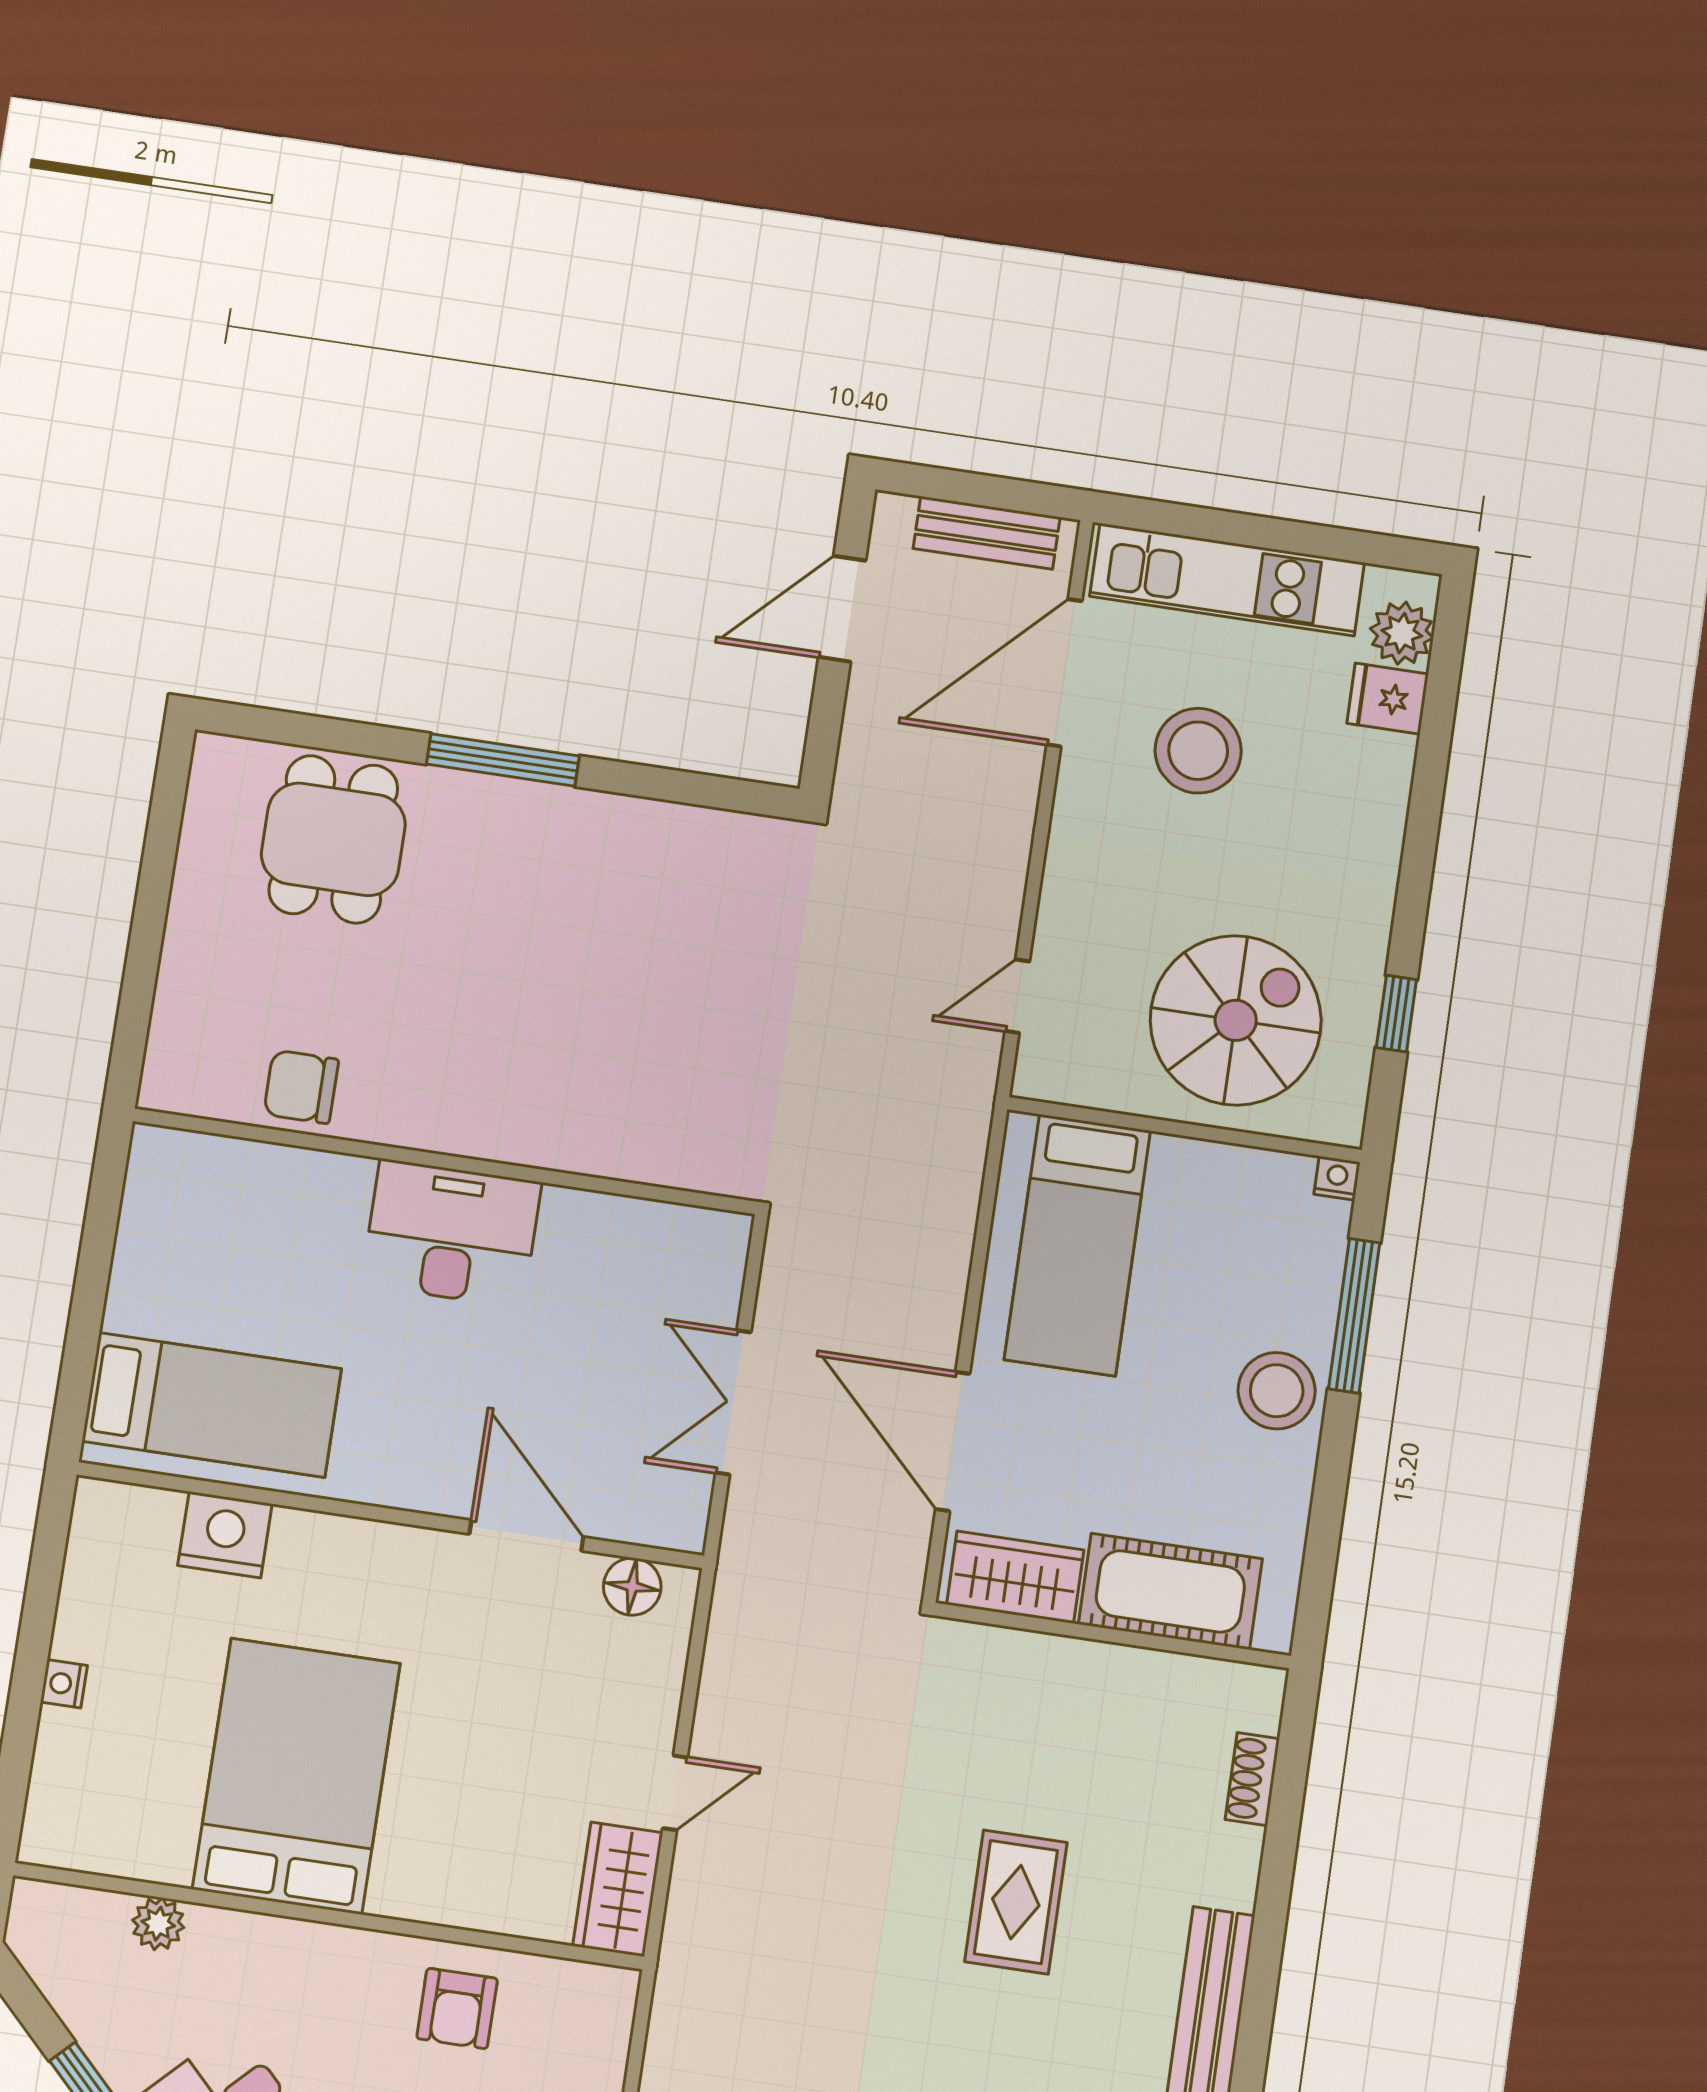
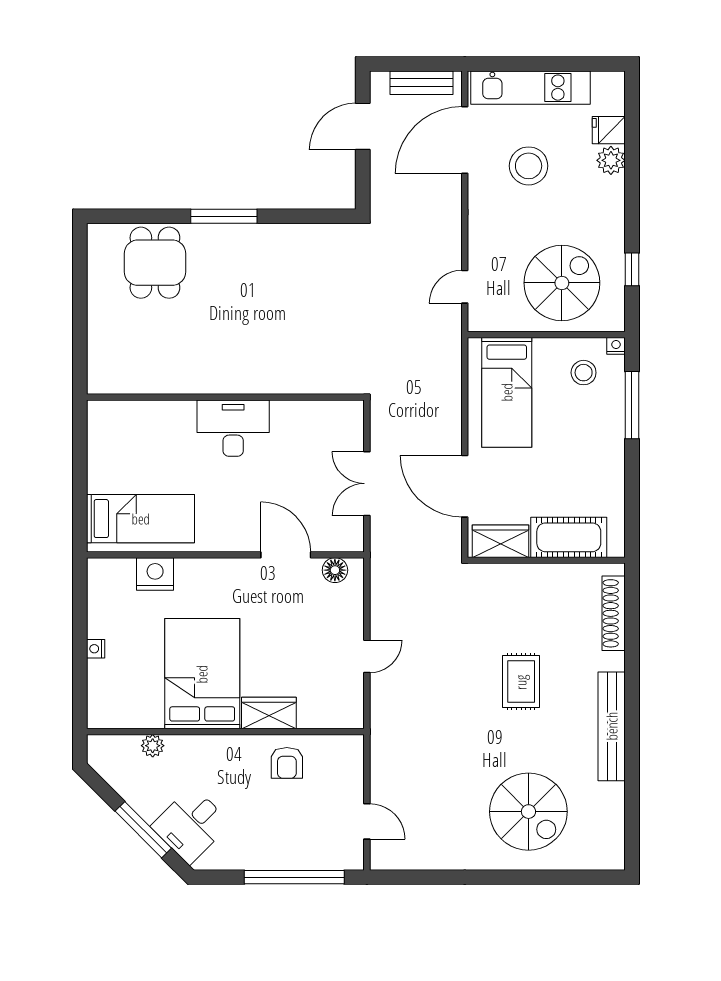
plant: (1402, 633) -> (611, 160), moved
chair: (301, 1087) -> (158, 374), removed
stool: (1277, 1391) -> (584, 373), moved, width x0.73, depth x0.73
shoe rack: (1252, 1779) -> (614, 613), width x1.94, depth x1.24
wardrobe: (618, 1889) -> (269, 713), moved, turned 90

